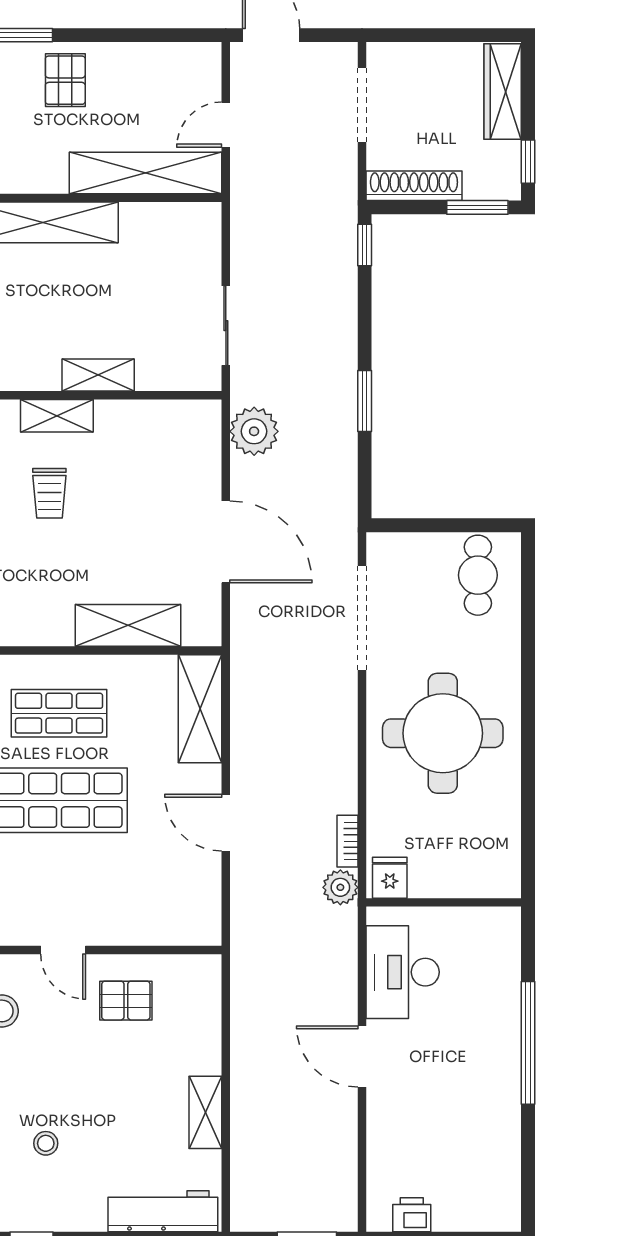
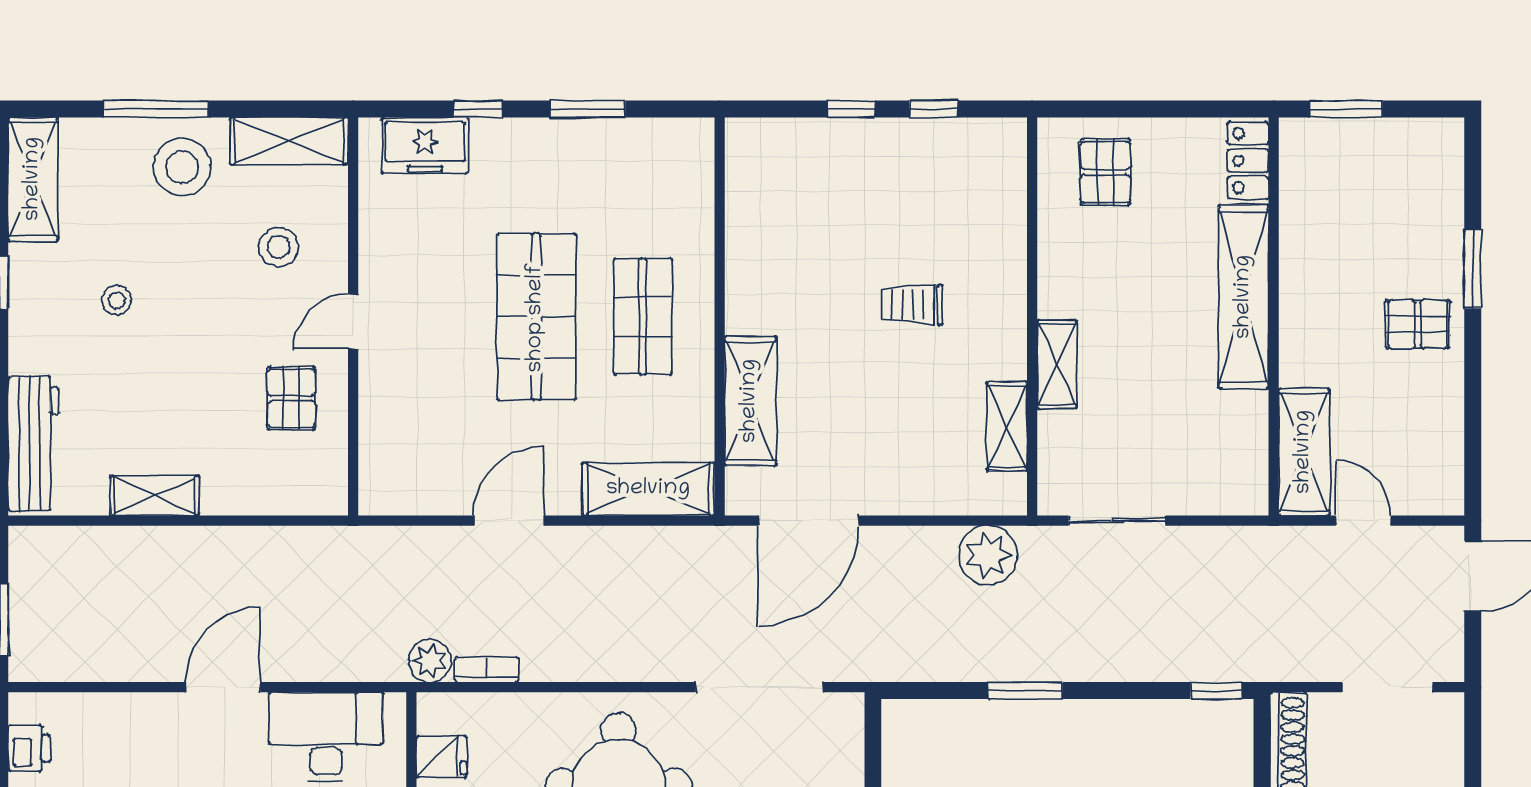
shelving: (146, 173) -> (1304, 452), width x0.68
shelving: (57, 416) -> (1007, 427), moved
door: (226, 542) -> (808, 521), moved
fridge: (390, 878) -> (442, 757), moved

